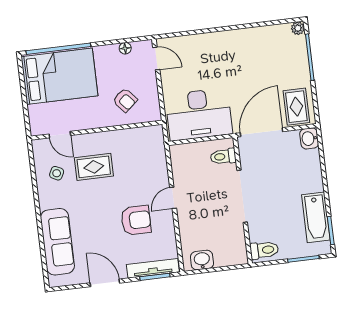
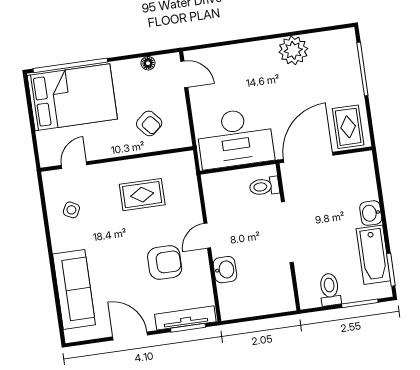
plant: (298, 28) -> (293, 50), moved, width x1.88, depth x1.88
door: (60, 135) -> (74, 165), swing flipped
washbasin: (309, 138) -> (371, 213), moved
rug: (94, 167) -> (142, 195), moved
toilet: (264, 250) -> (330, 289), moved, turned -90
washbasin: (202, 260) -> (225, 270), moved, turned 90

